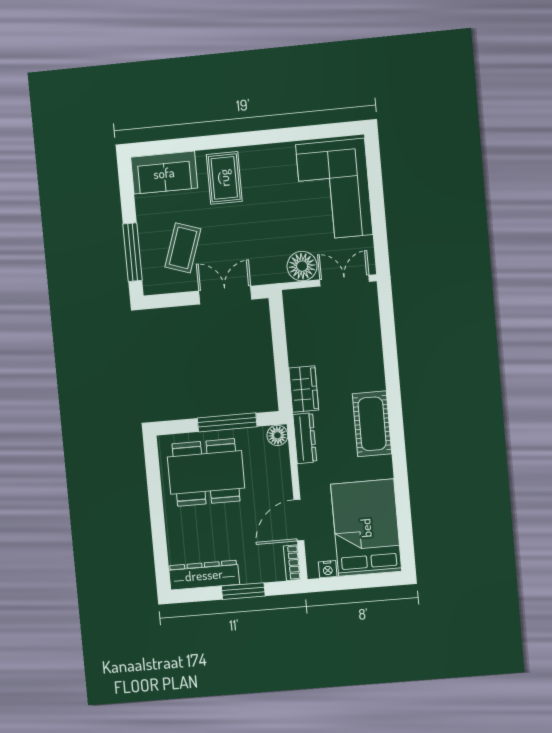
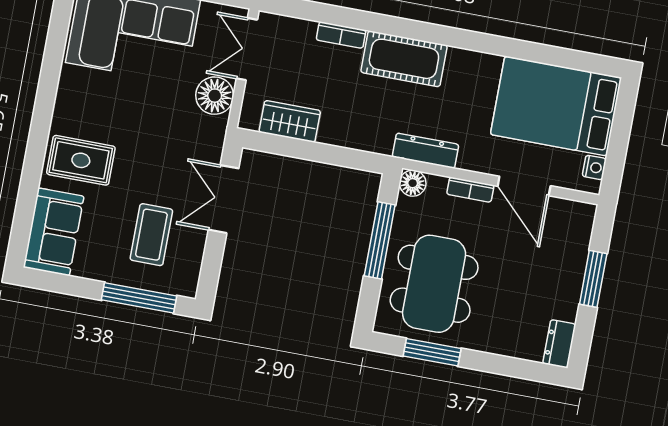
coffee table: (183, 248) -> (151, 235), turned 71
bookcase: (375, 350) -> (341, 35), added
wardrobe: (304, 389) -> (290, 121), moved
cot: (372, 424) -> (404, 59), moved
window: (154, 485) -> (432, 352), added
bookcase: (292, 563) -> (470, 190), moved
dresser: (204, 575) -> (559, 344), width x0.51, depth x0.80

